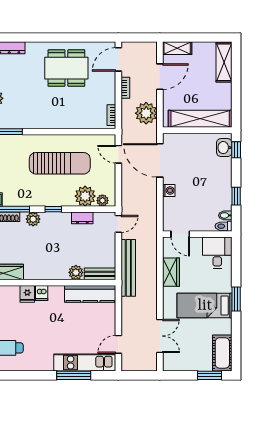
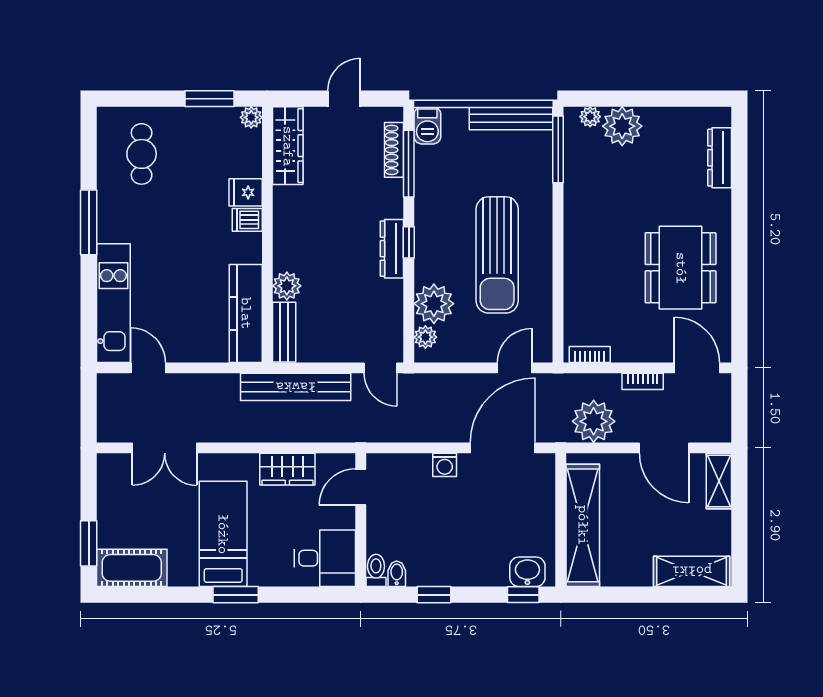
dresser: (82, 218) -> (392, 249), moved, width x1.44
plant: (33, 219) -> (390, 203), removed
window: (74, 375) -> (89, 222), moved

